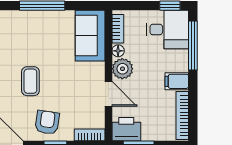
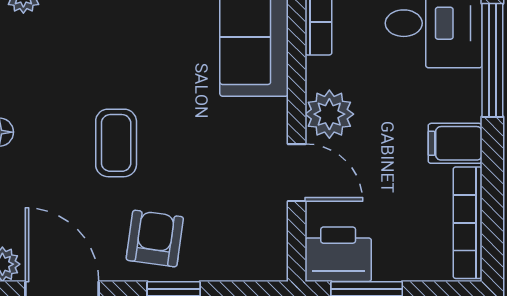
floor lamp: (118, 51) -> (319, 73), removed
bookcase: (90, 135) -> (253, 267), removed

